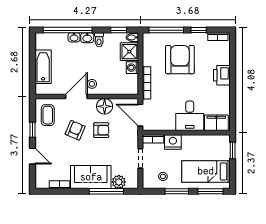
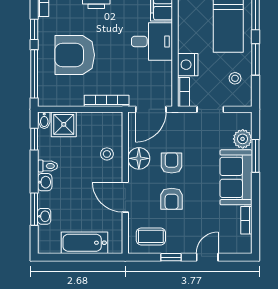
window: (68, 30) -> (34, 209), width x0.47
washbasin: (74, 37) -> (44, 216), moved
washing machine: (132, 68) -> (86, 120), removed
stool: (92, 84) -> (107, 154), moved
armchair: (75, 130) -> (172, 199), turned -113
window: (106, 191) -> (255, 156), width x0.69

